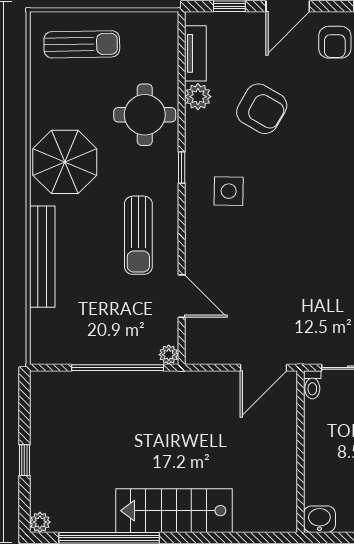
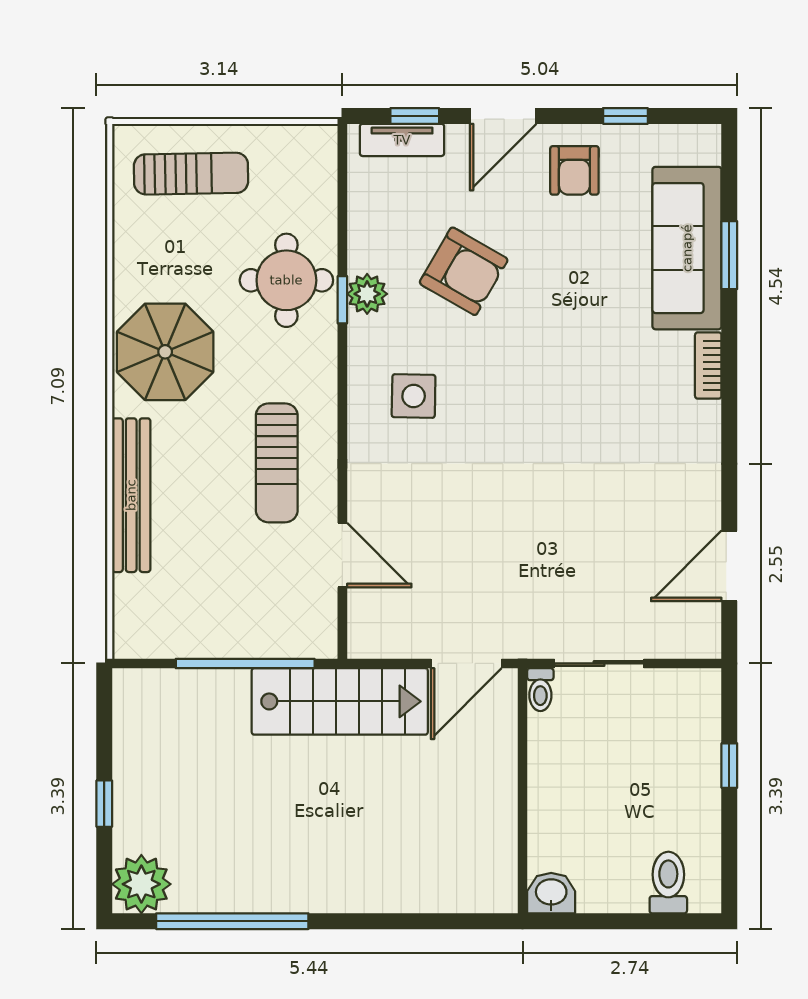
tv unit: (195, 53) -> (402, 140), moved, turned 90
plant: (198, 97) -> (367, 294), moved
window: (182, 168) -> (342, 300), moved
plant: (169, 355) -> (323, 644), removed
stairs: (174, 511) -> (340, 701), moved, turned 180
plant: (40, 522) -> (141, 884), width x1.88, depth x1.88

